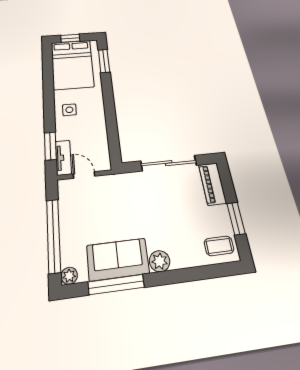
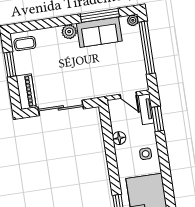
floor lamp: (99, 127) -> (119, 138), added

